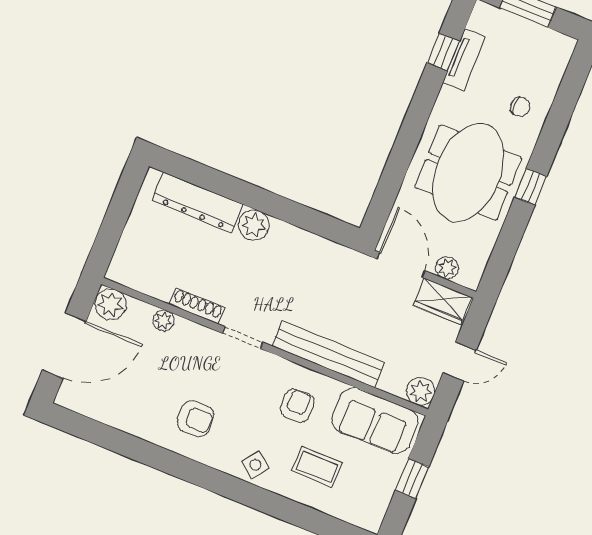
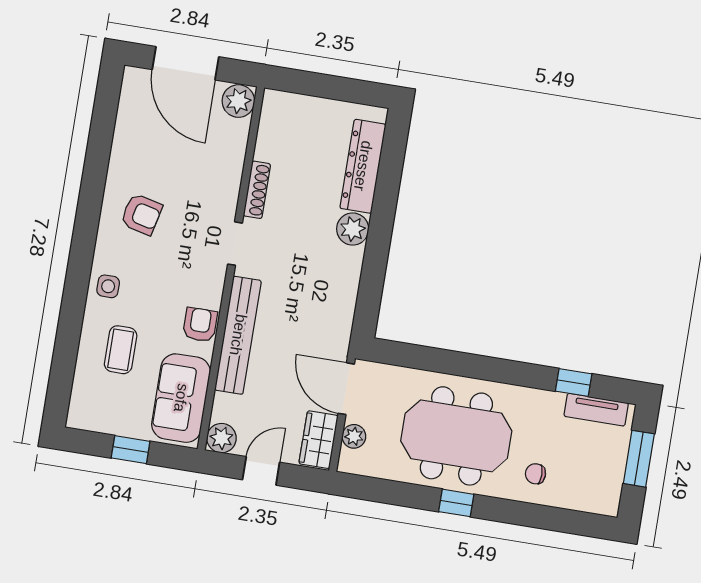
tv unit: (464, 60) -> (596, 410), moved
chair: (520, 107) -> (535, 474), turned 90
door: (401, 265) -> (346, 389), swing flipped
plant: (163, 321) -> (234, 159), removed
door: (460, 362) -> (261, 471), swing flipped
armchair: (297, 406) -> (200, 325), moved, turned -90
armchair: (195, 419) -> (141, 214), turned -77
side table: (255, 465) -> (108, 286), turned -37

